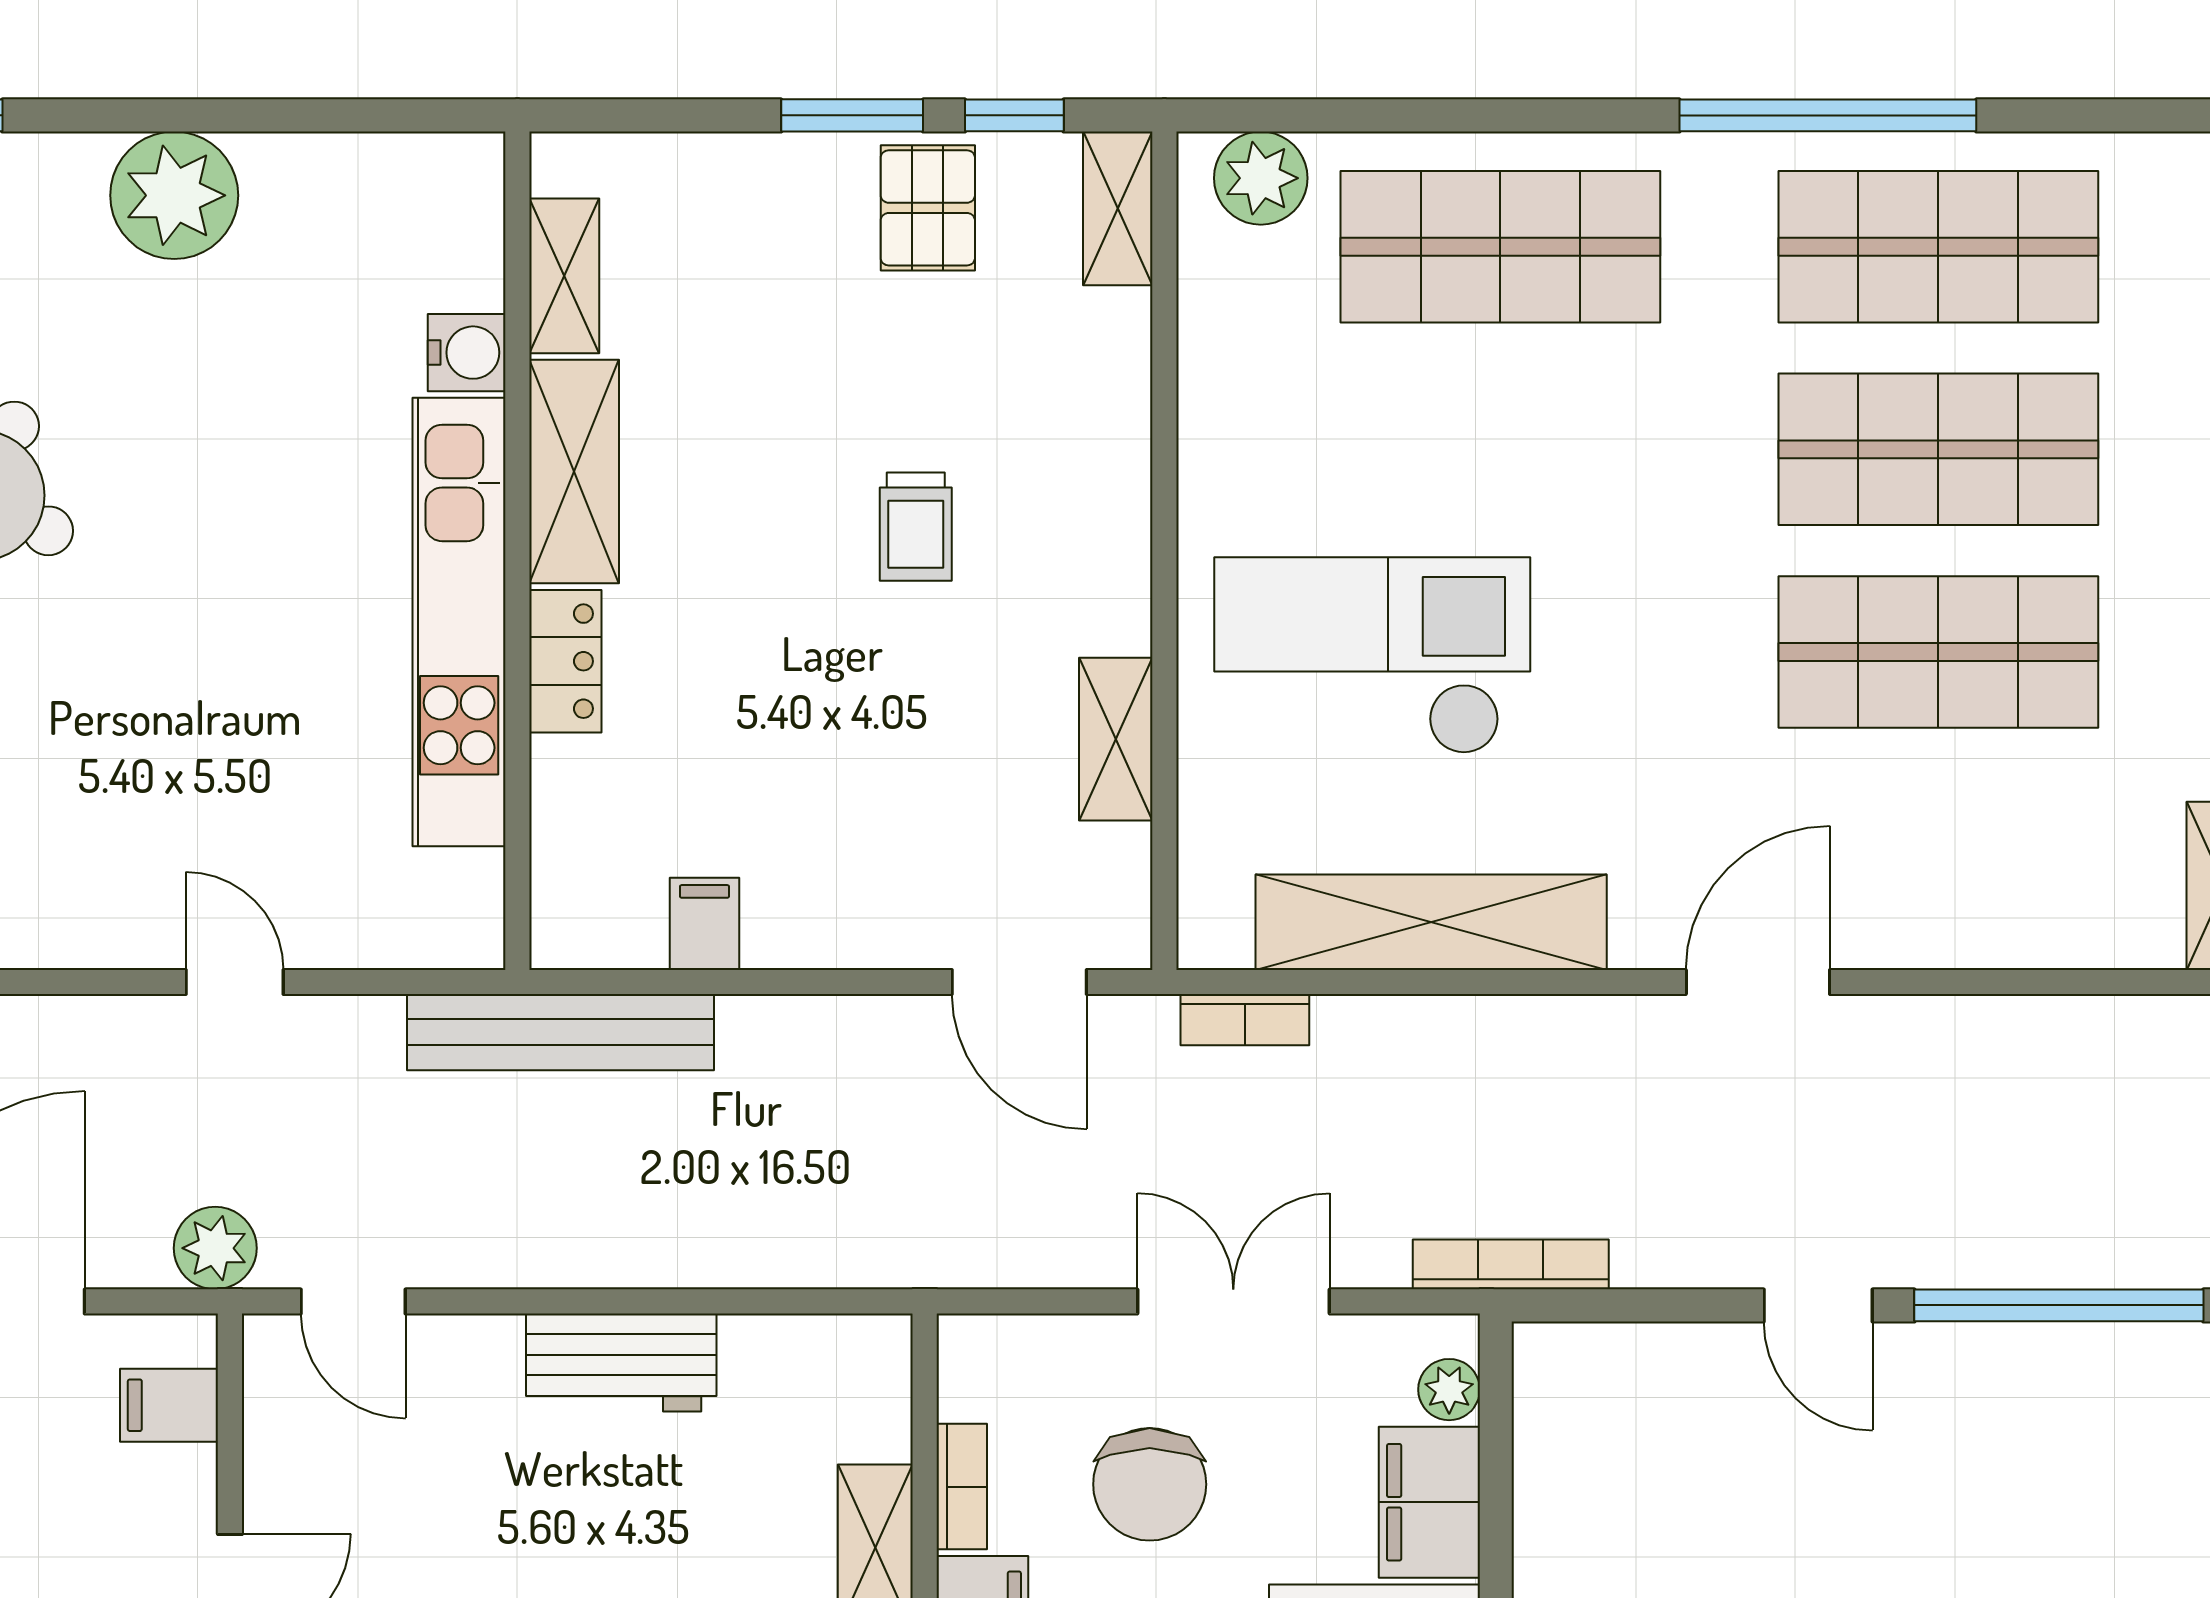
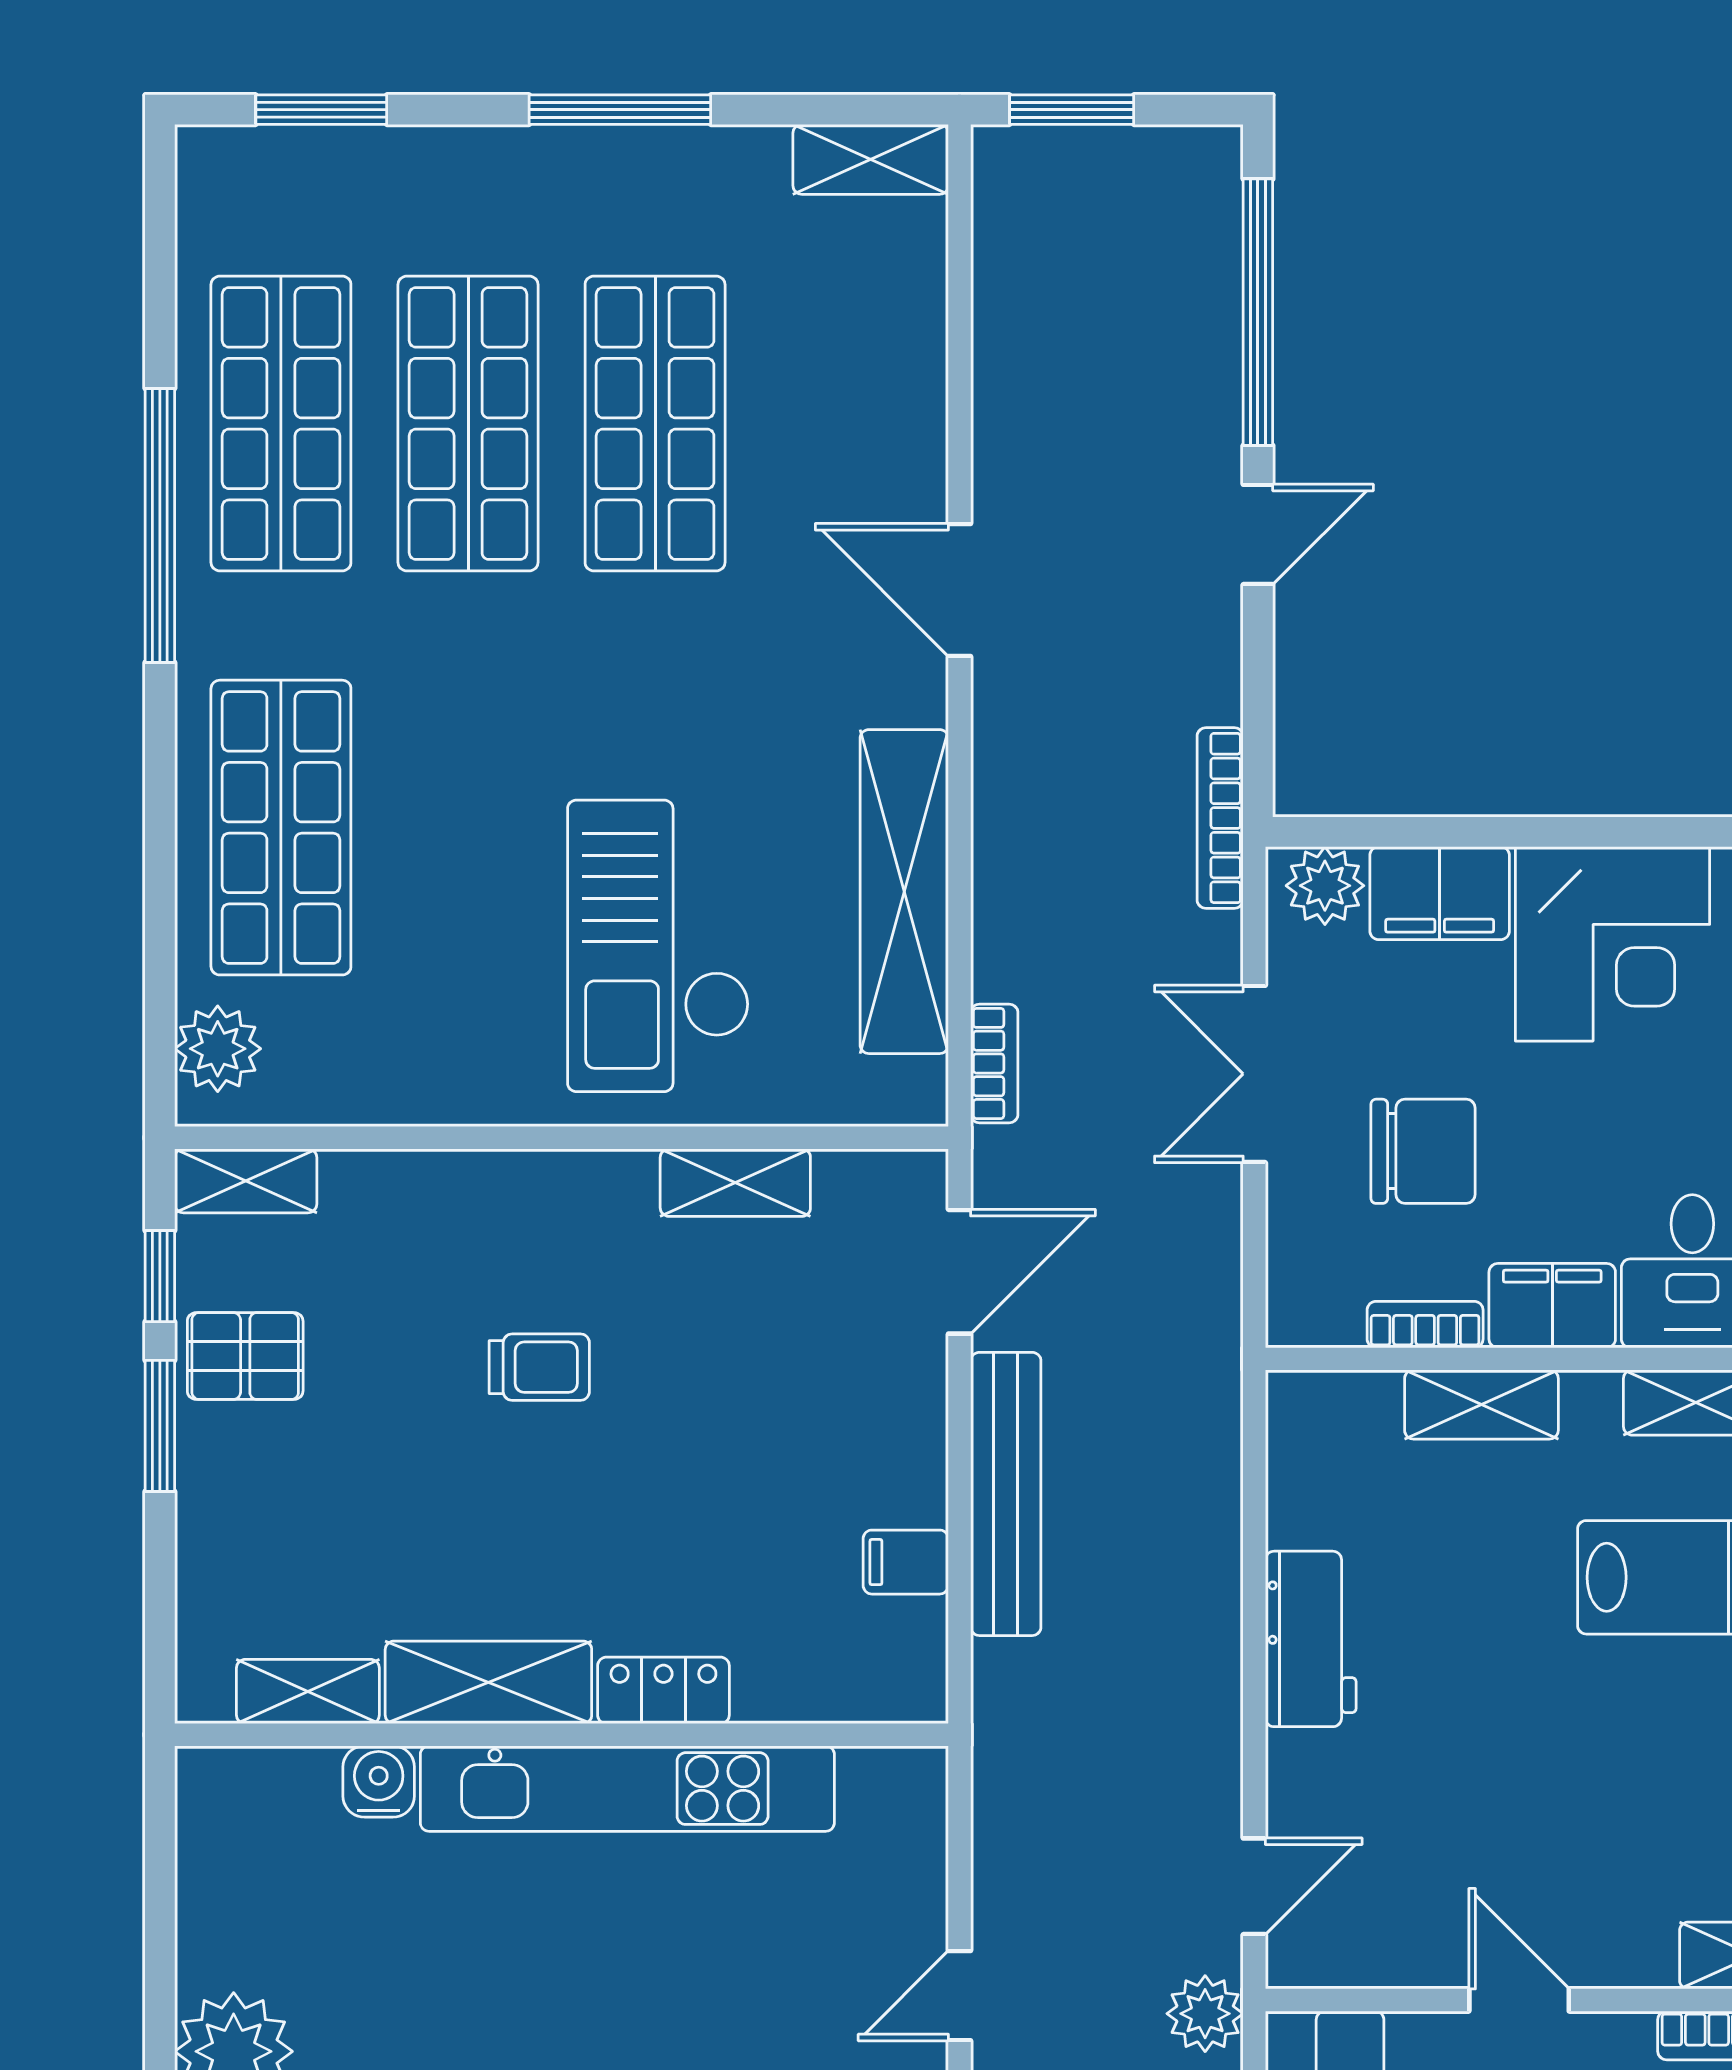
bench: (560, 1032) -> (1006, 1494), moved
plant: (1449, 1390) -> (1325, 886), width x1.38, depth x1.38

